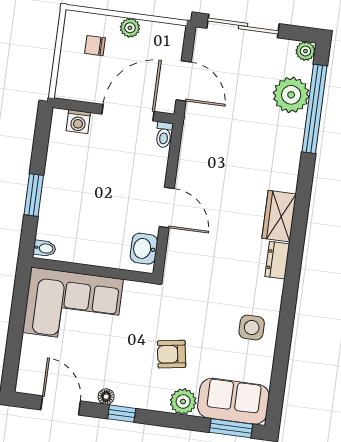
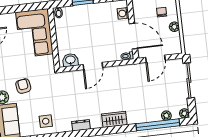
plant: (291, 95) -> (166, 116), width x0.53, depth x0.53
wardrobe: (279, 216) -> (114, 119), moved

